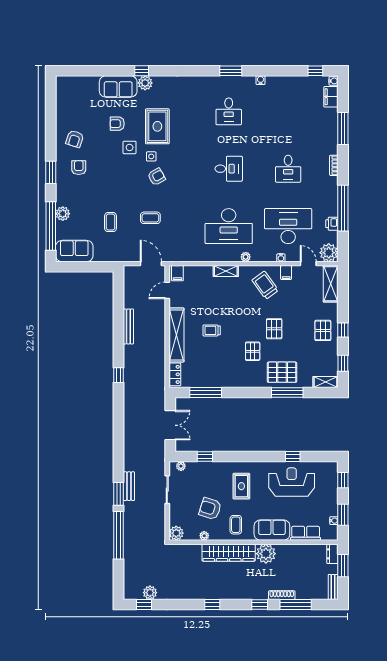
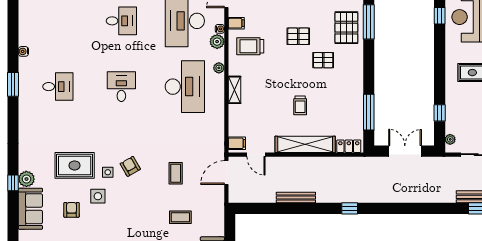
armchair: (117, 124) -> (72, 210), turned 180
plant: (269, 255) -> (217, 42), added
trolley: (265, 285) -> (250, 46), turned 36

